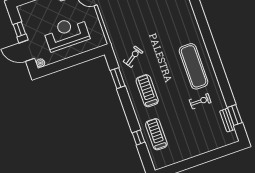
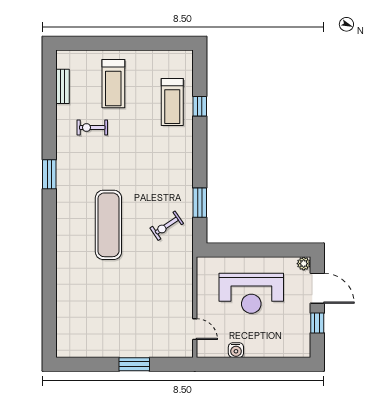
exercise mat: (194, 66) -> (108, 225), moved
treadmill: (147, 91) -> (113, 84), moved
window: (235, 115) -> (49, 174), moved

